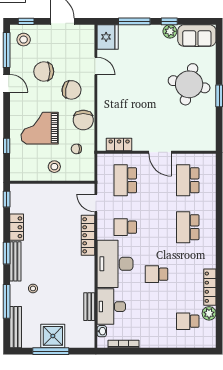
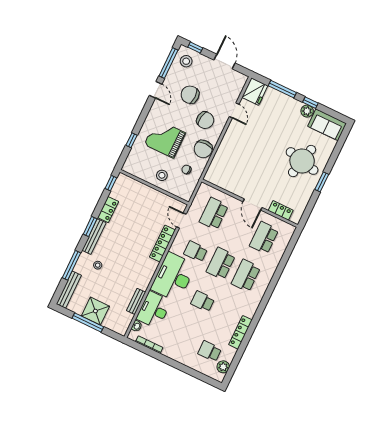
locker: (119, 145) -> (281, 210), moved
school desk: (157, 227) -> (221, 264), added
plant: (209, 313) -> (223, 367), moved

